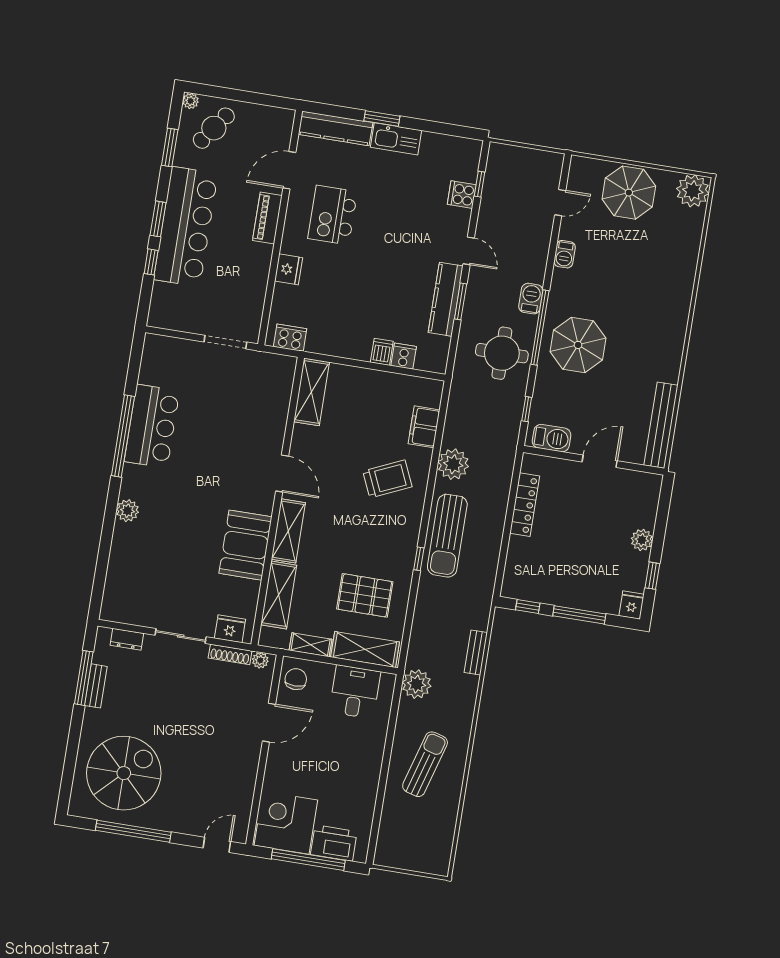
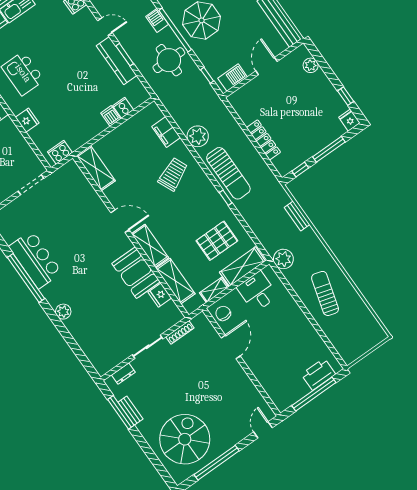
locker: (525, 505) -> (264, 140), moved
plant: (642, 540) -> (311, 65), moved
fridge: (230, 629) -> (160, 295), moved, turned -90
plant: (260, 660) -> (197, 321), removed
corner desk: (286, 823) -> (286, 387), removed

